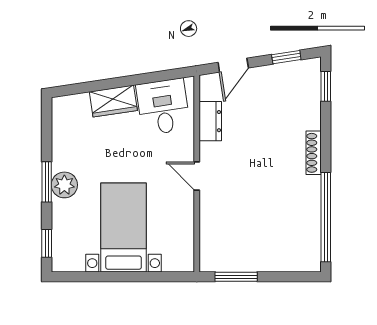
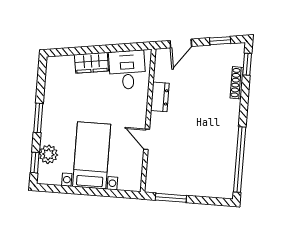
dresser: (210, 121) -> (160, 97), moved
shoe rack: (314, 153) -> (237, 83), moved
door: (197, 176) -> (147, 139), moved
plant: (64, 185) -> (48, 154), moved

